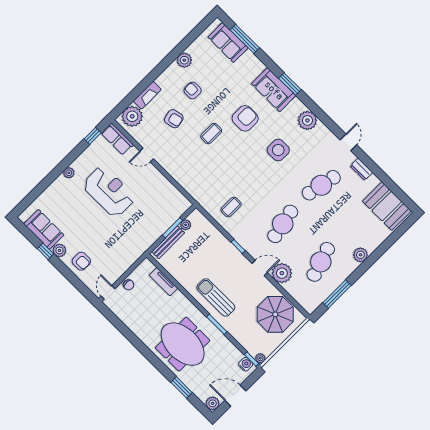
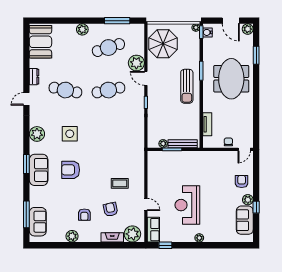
coffee table: (211, 134) -> (120, 183), moved
coffee table: (231, 207) -> (128, 128), removed

